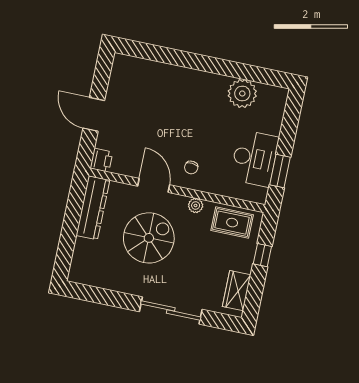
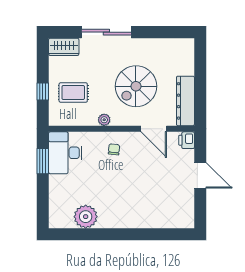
desk: (254, 158) -> (65, 153), moved
door: (154, 185) -> (154, 129), moved
rug: (232, 223) -> (73, 93), moved
wardrobe: (237, 291) -> (64, 47), moved, turned 90

